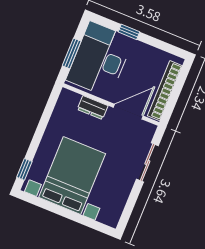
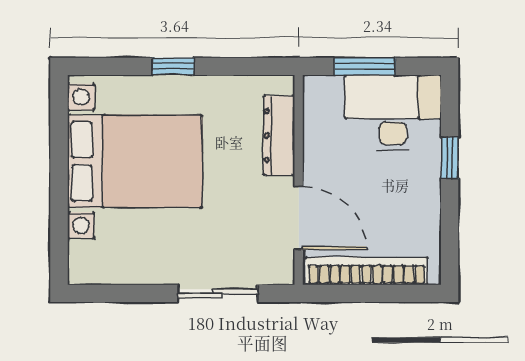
desk: (100, 59) -> (393, 113), width x0.73, depth x0.77
dresser: (93, 108) -> (279, 136), width x1.44
window: (24, 169) -> (173, 66), moved

